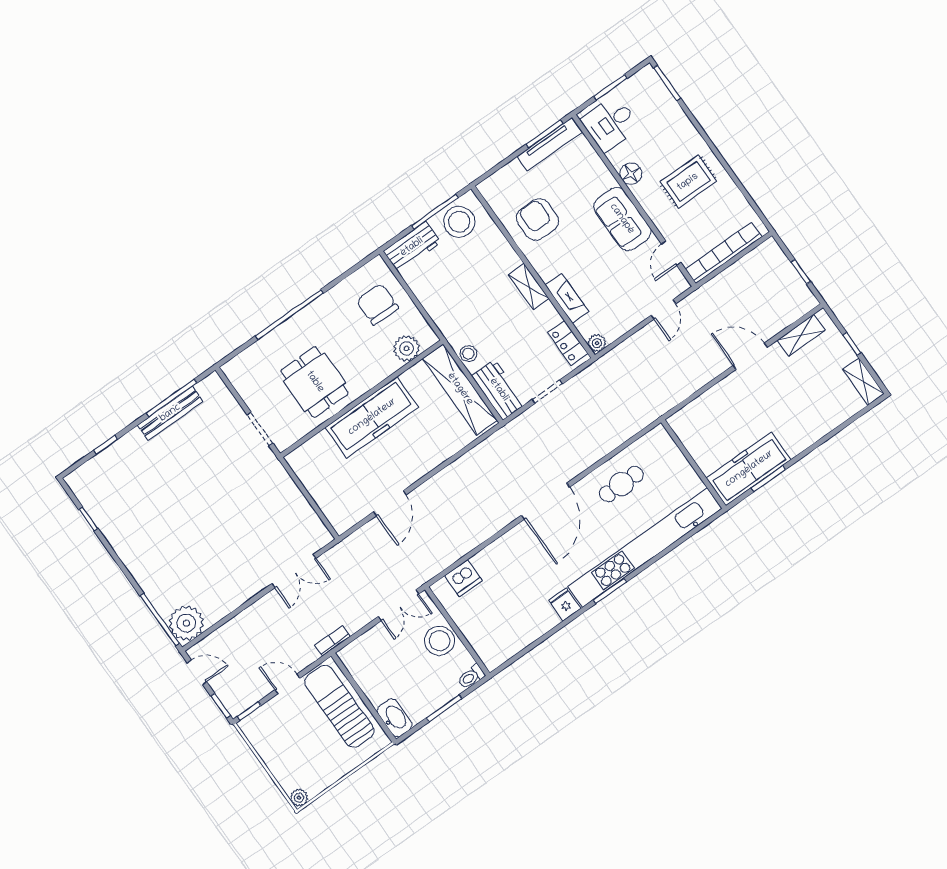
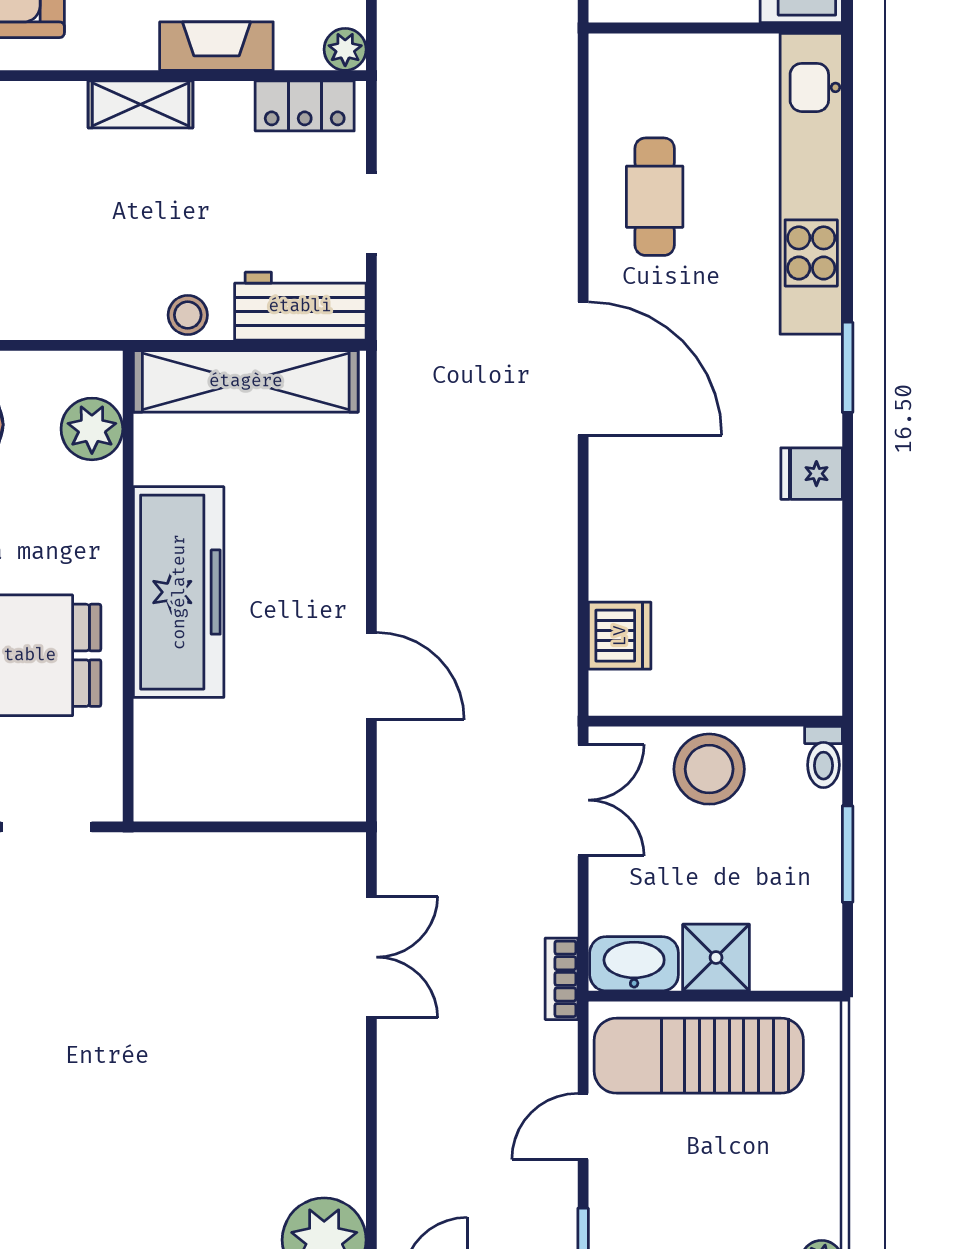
kitchen unit: (645, 547) -> (811, 184), width x0.73
shower: (377, 688) -> (716, 958), added
washbasin: (395, 718) -> (634, 964), moved

